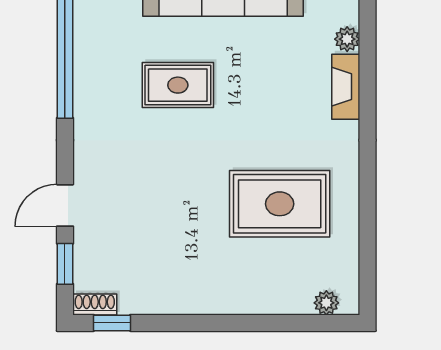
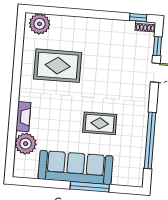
plant: (347, 39) -> (26, 144), width x1.88, depth x1.88
plant: (326, 303) -> (40, 24), width x1.87, depth x1.87

